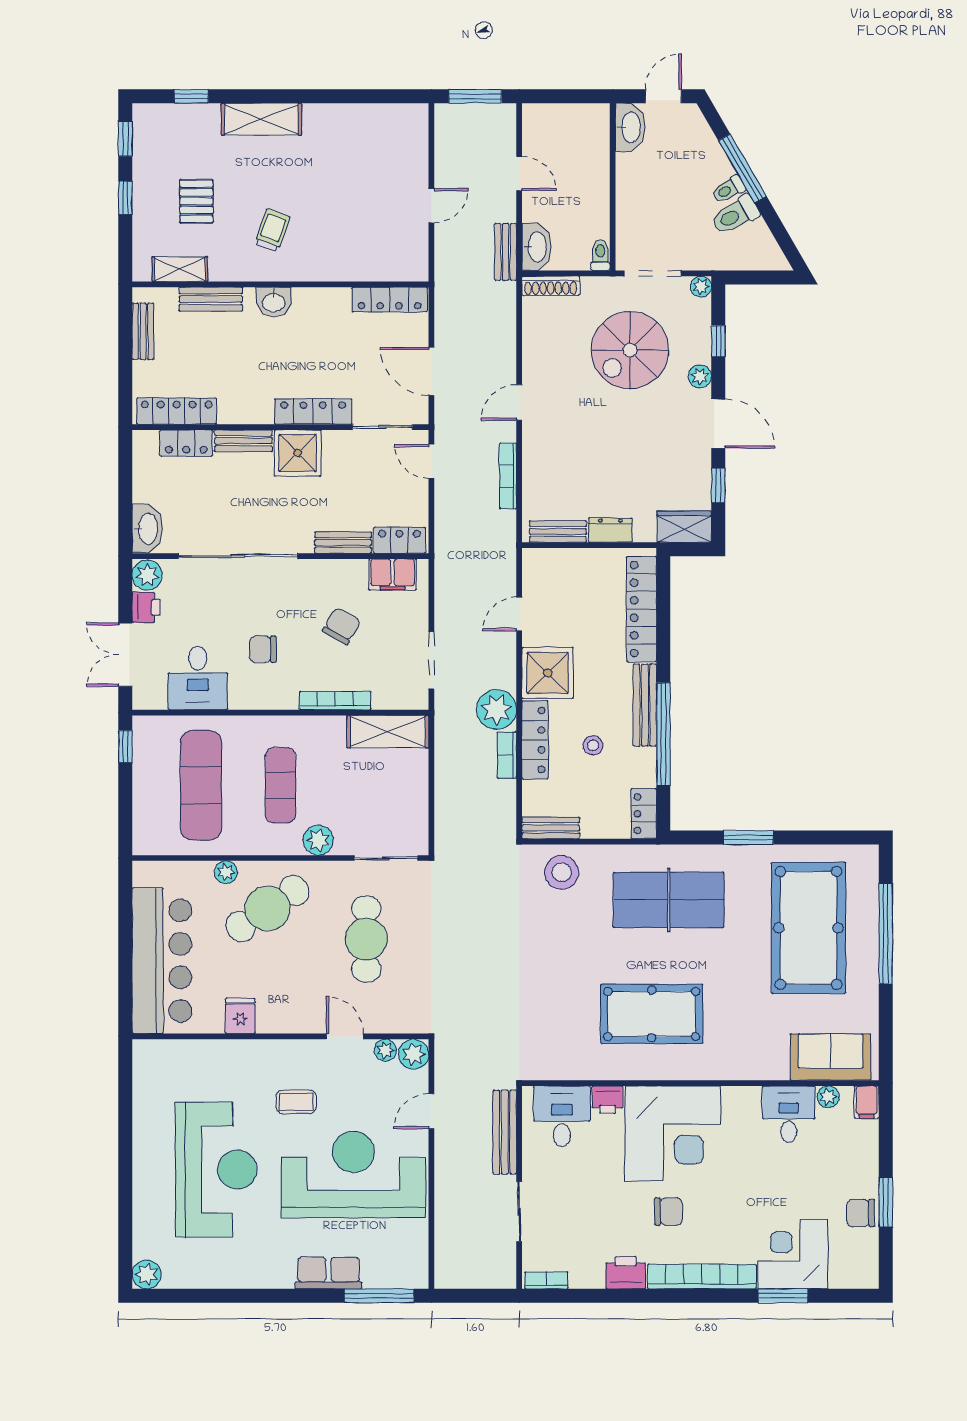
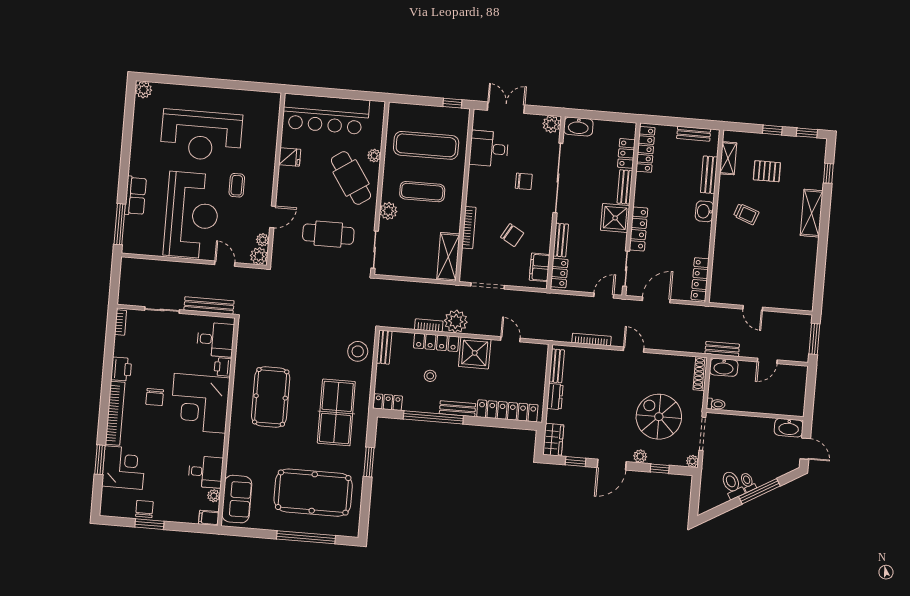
printer: (146, 607) -> (532, 122), removed
chair: (263, 649) -> (524, 181), moved, turned 90
bench: (645, 705) -> (458, 409), width x0.73

